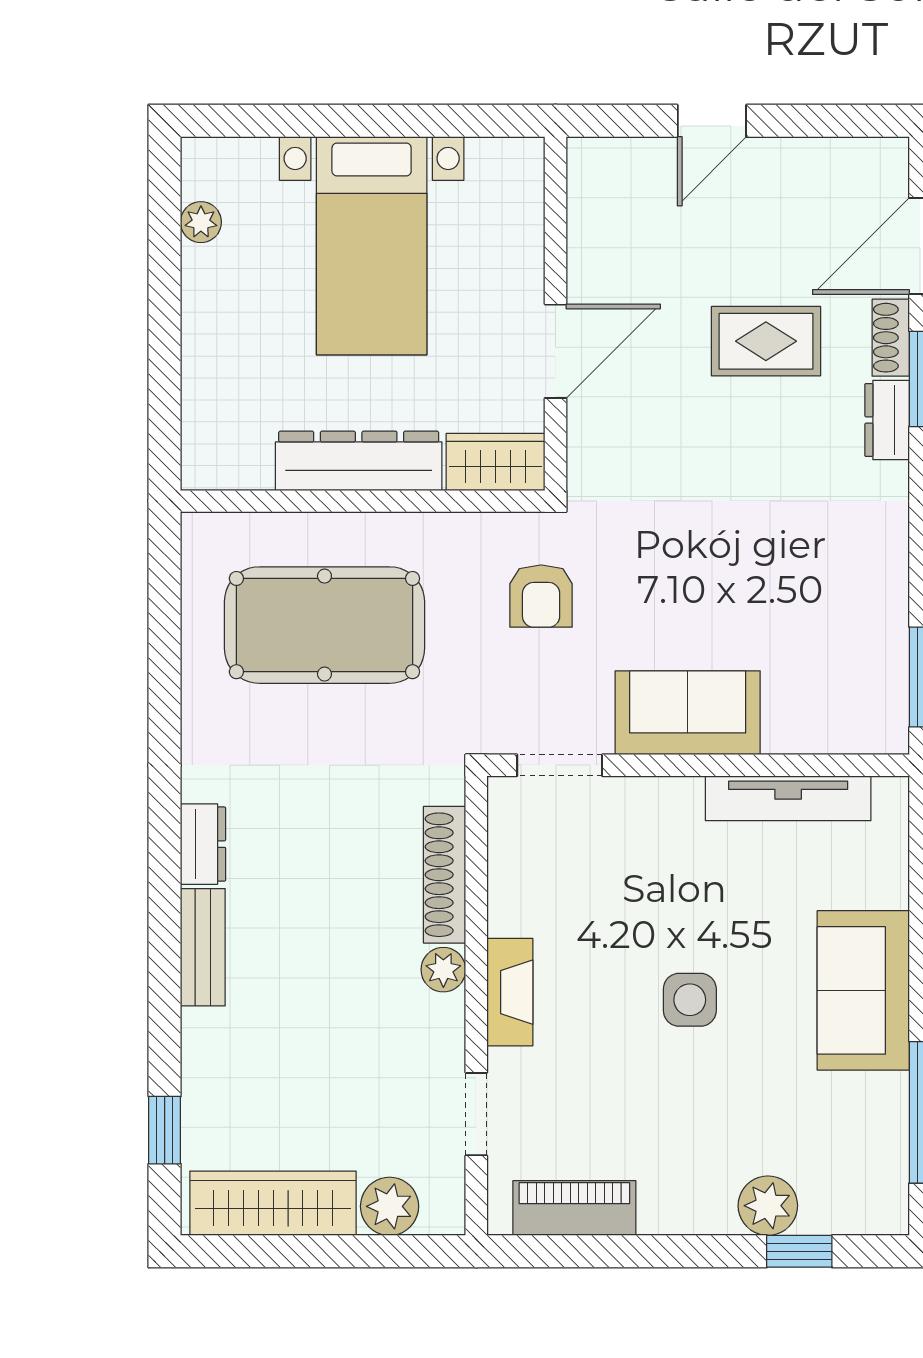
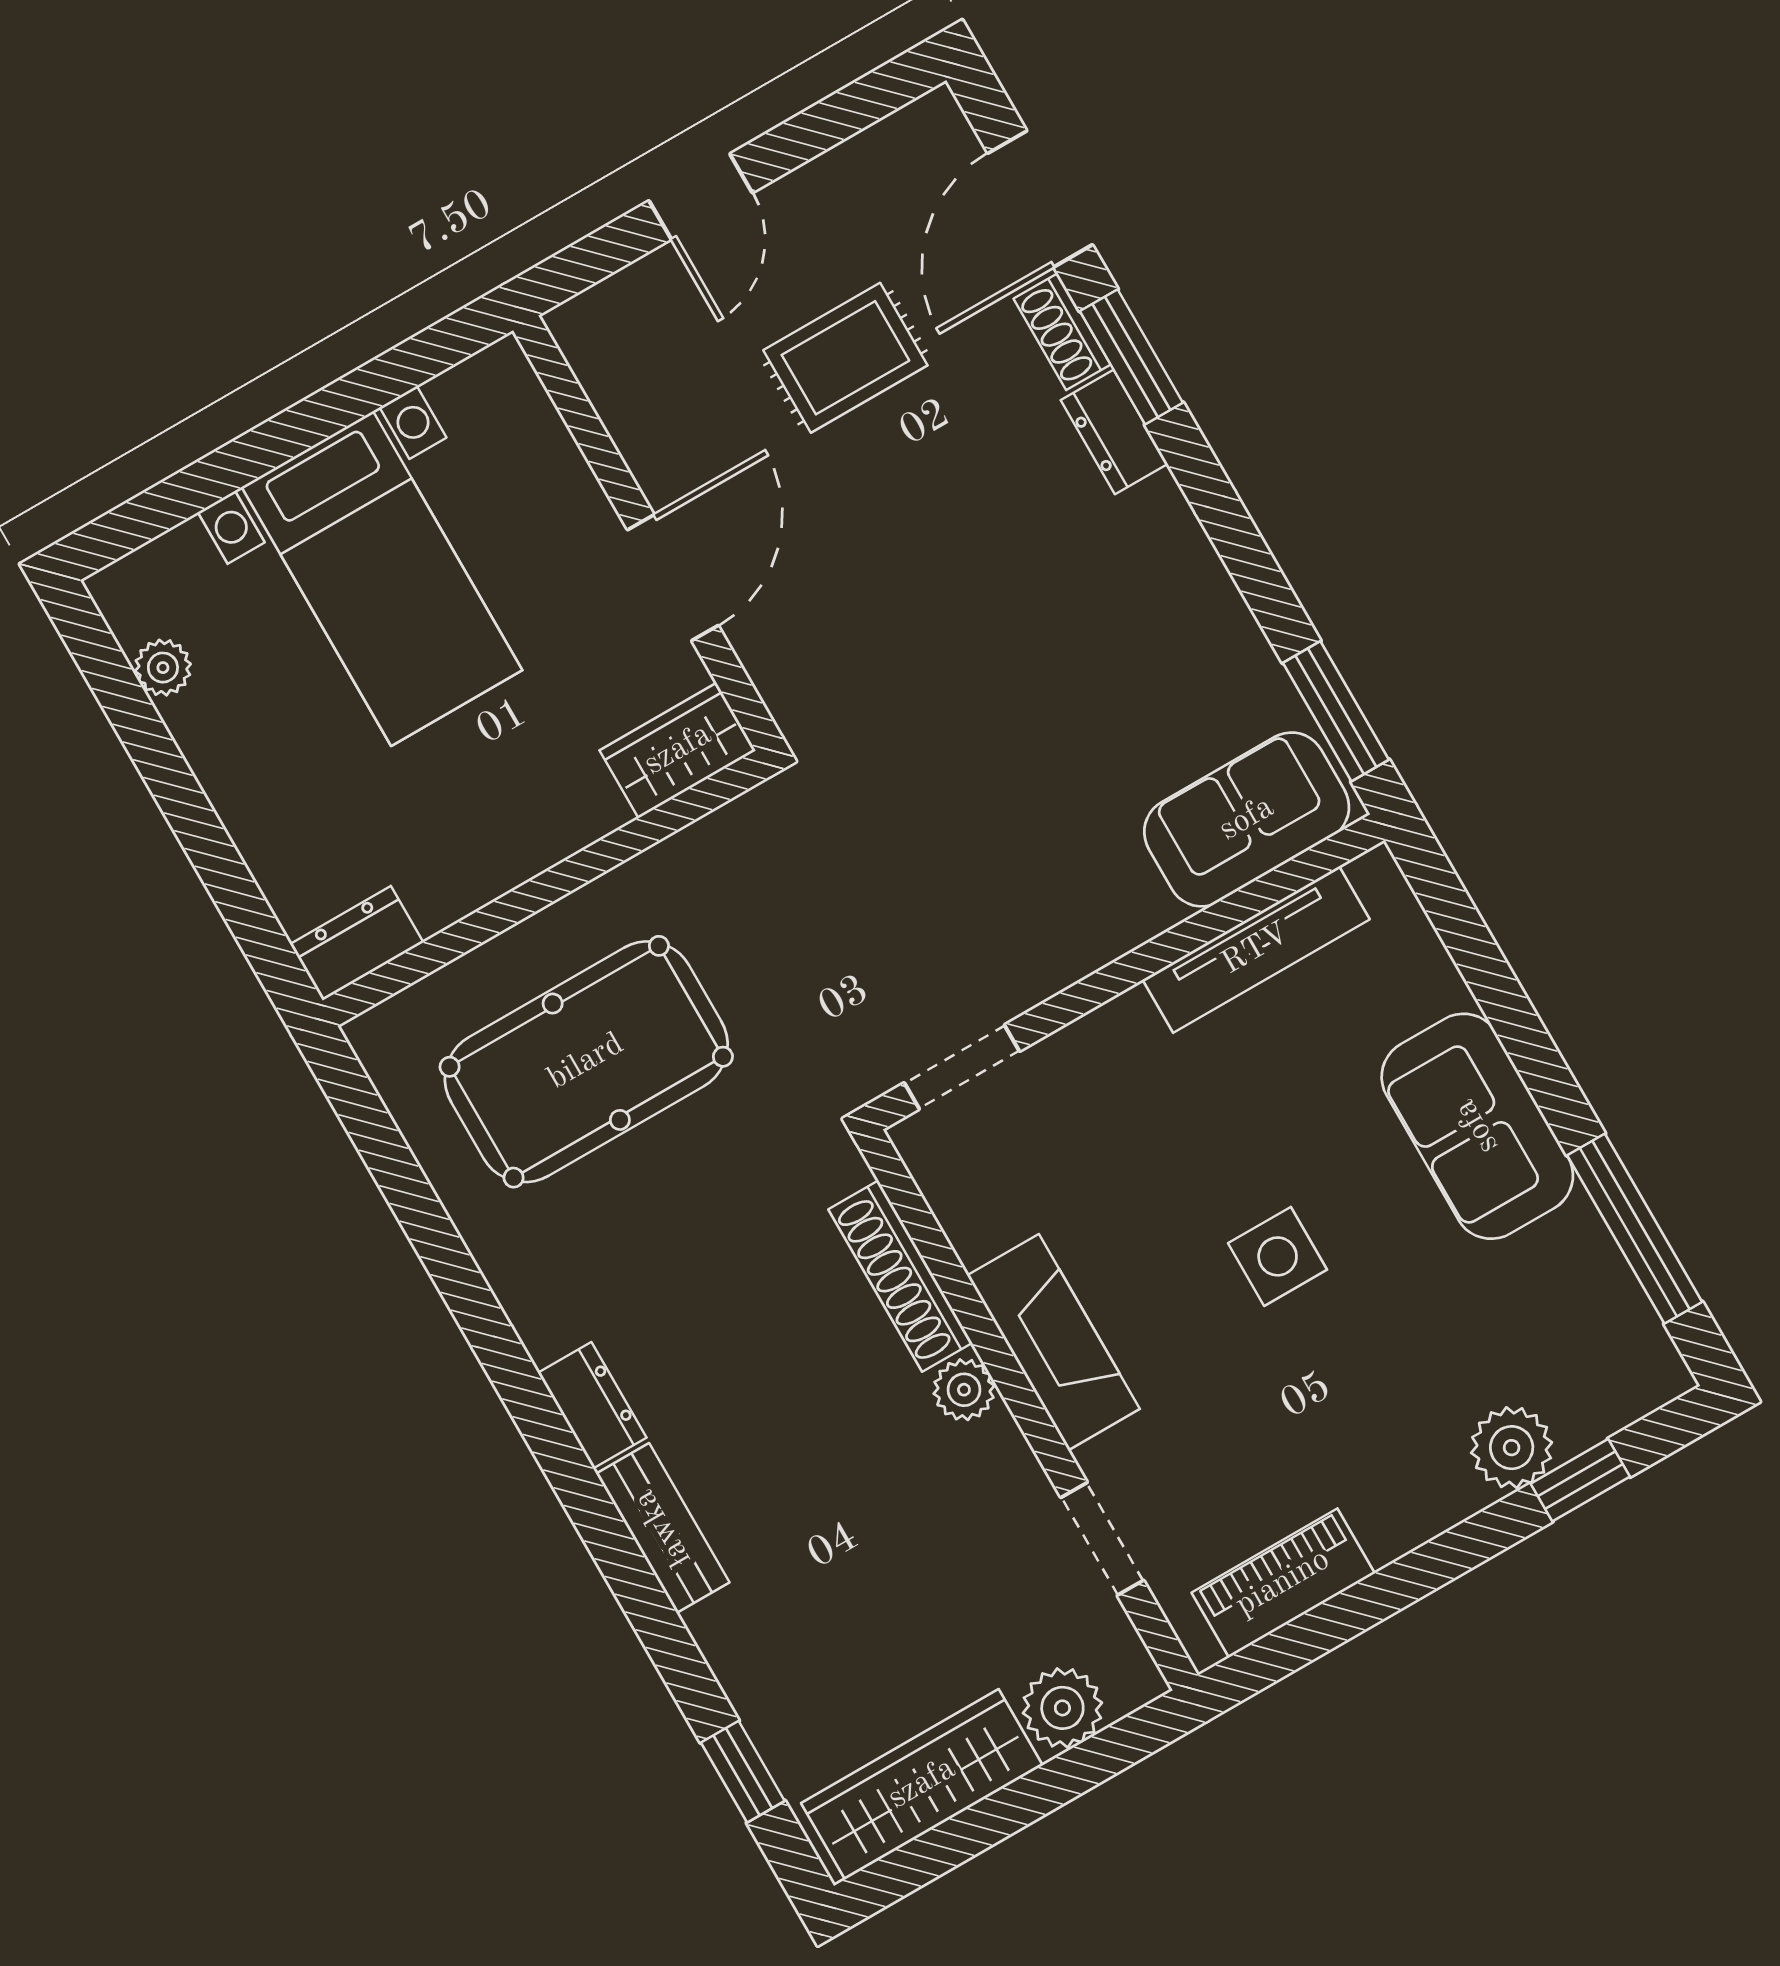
rug: (766, 341) -> (845, 358), moved
dresser: (359, 461) -> (357, 943), moved, width x0.51, depth x0.80
armchair: (541, 596) -> (824, 879), removed
sofa: (688, 713) -> (1247, 819), moved
fireplace: (510, 992) -> (1053, 1342), width x1.37, depth x1.32

